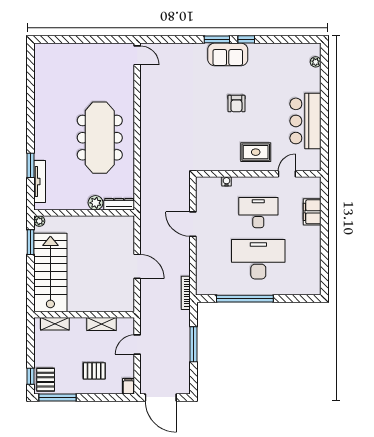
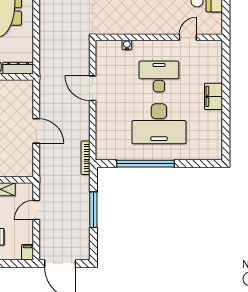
rug: (256, 152) -> (156, 15), removed
filing cabinet: (312, 212) -> (213, 96), moved
desk: (258, 259) -> (159, 124), turned 180

